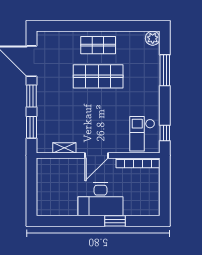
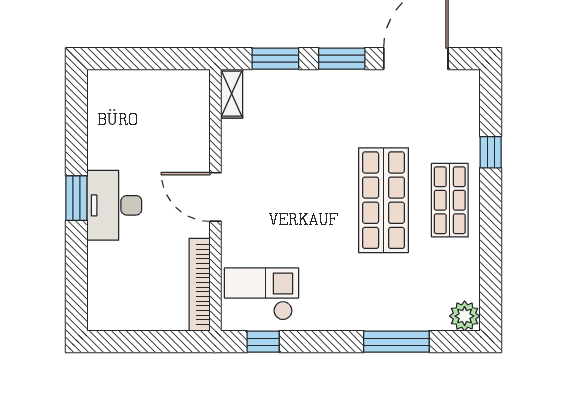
window: (76, 26) -> (491, 152), added
shelving: (64, 148) -> (232, 94), moved
desk: (100, 199) -> (114, 205), width x0.73, depth x0.77
window: (115, 221) -> (76, 198), moved

